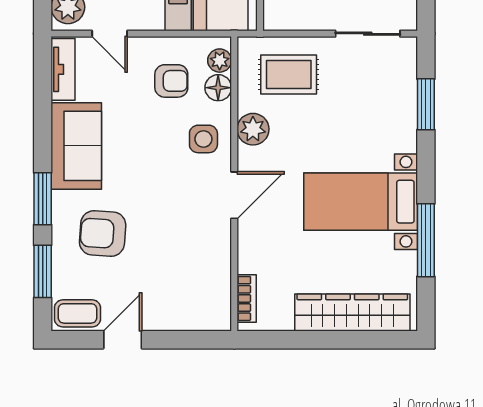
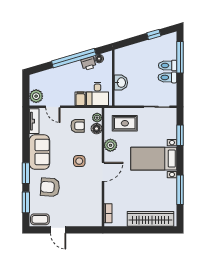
side table: (203, 139) -> (79, 161), moved
bed with nightstands: (361, 202) -> (154, 159), moved
door: (123, 340) -> (58, 230), swing flipped

